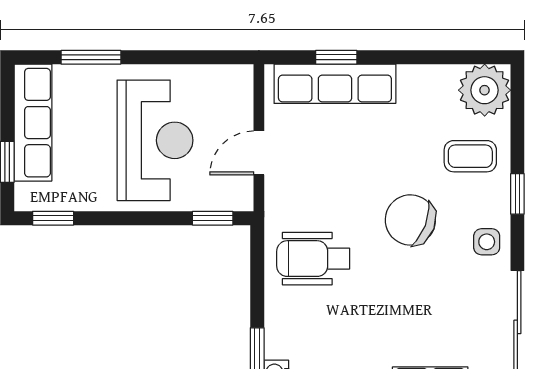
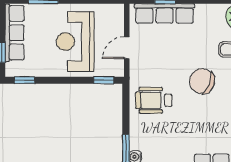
reception desk: (155, 140) -> (75, 42), turned 180

